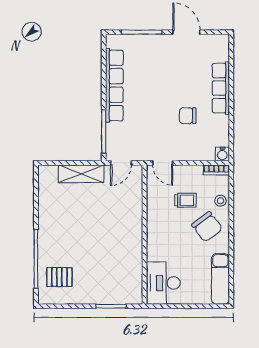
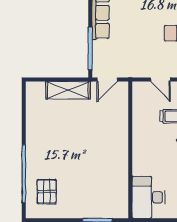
door: (163, 163) -> (160, 80), moved
pallet: (59, 277) -> (47, 192), turned 90

